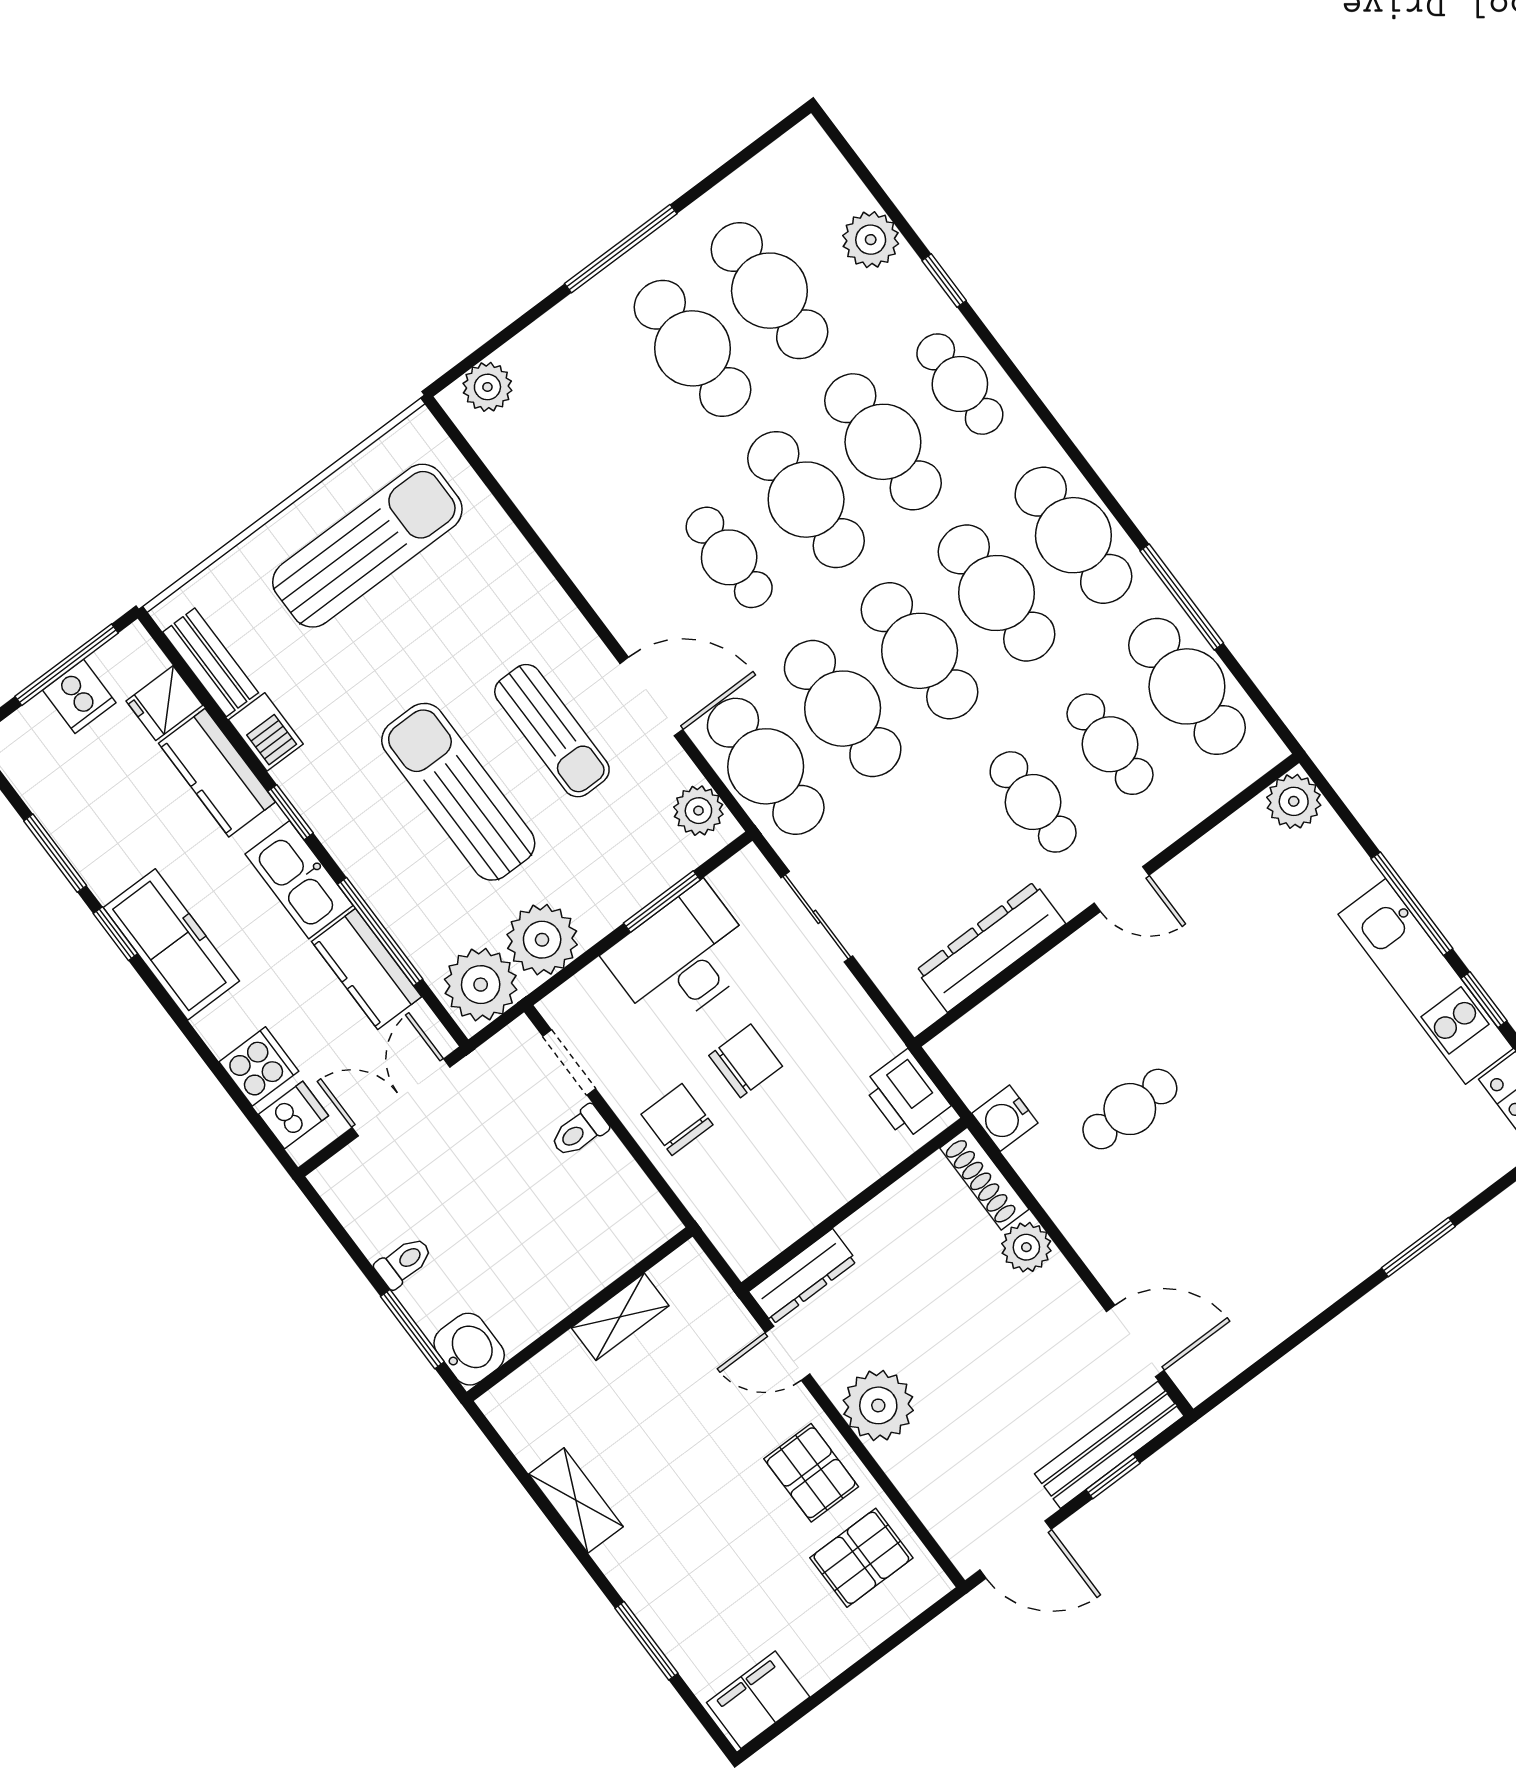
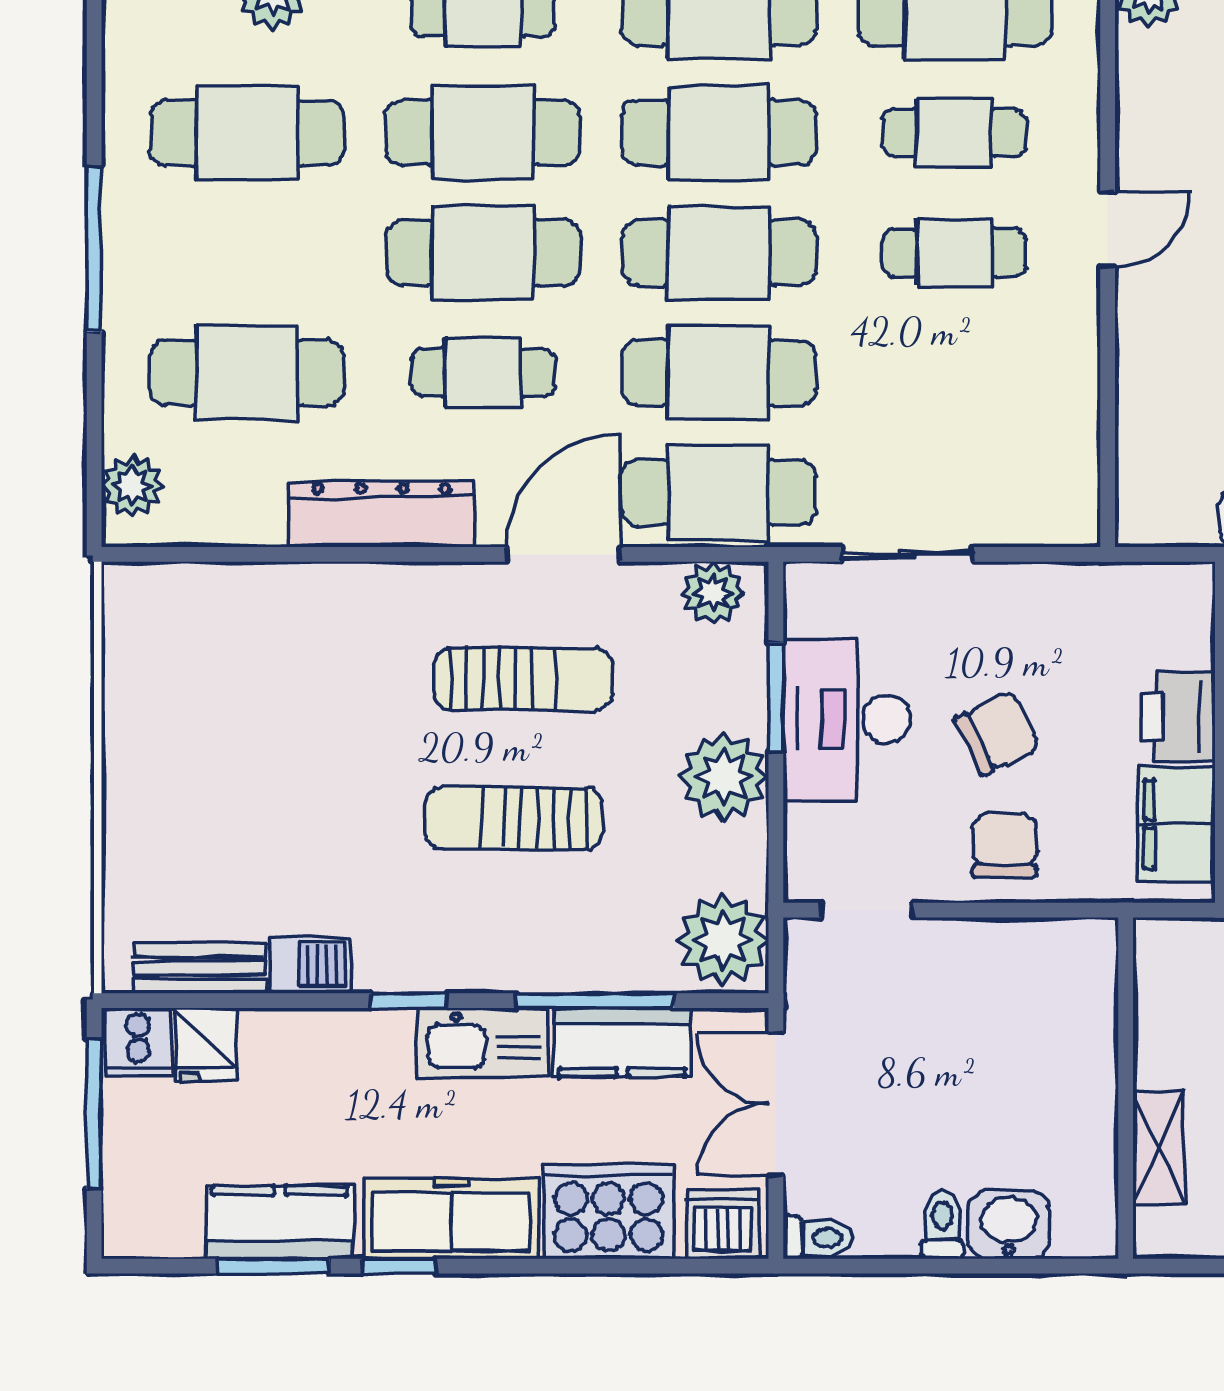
cafe table: (693, 348) -> (247, 373), moved
sun lounger: (367, 546) -> (201, 724), removed
cooker: (79, 696) -> (138, 1042), moved, turned 90
kitchen counter: (217, 773) -> (280, 1222), moved, turned 180
sun lounger: (458, 792) -> (514, 818), width x0.73, depth x0.75
plant: (542, 940) -> (724, 777), moved
dresser: (991, 947) -> (382, 514), moved, turned 90
chair: (746, 1061) -> (997, 733), turned 64
cooker: (259, 1066) -> (608, 1211), width x1.87, depth x1.31
printer: (906, 1095) -> (1178, 717), moved, turned 90
dishwasher: (294, 1115) -> (723, 1224), width x1.38
chair: (677, 1120) -> (1005, 845), turned 90
toilet: (579, 1131) -> (818, 1238), moved, turned -90
filing cabinet: (774, 1220) -> (1177, 824), added
shelving: (620, 1317) -> (1159, 1147), moved
window: (412, 1329) -> (1015, 1266), removed
washbasin: (469, 1349) -> (1009, 1225), moved

